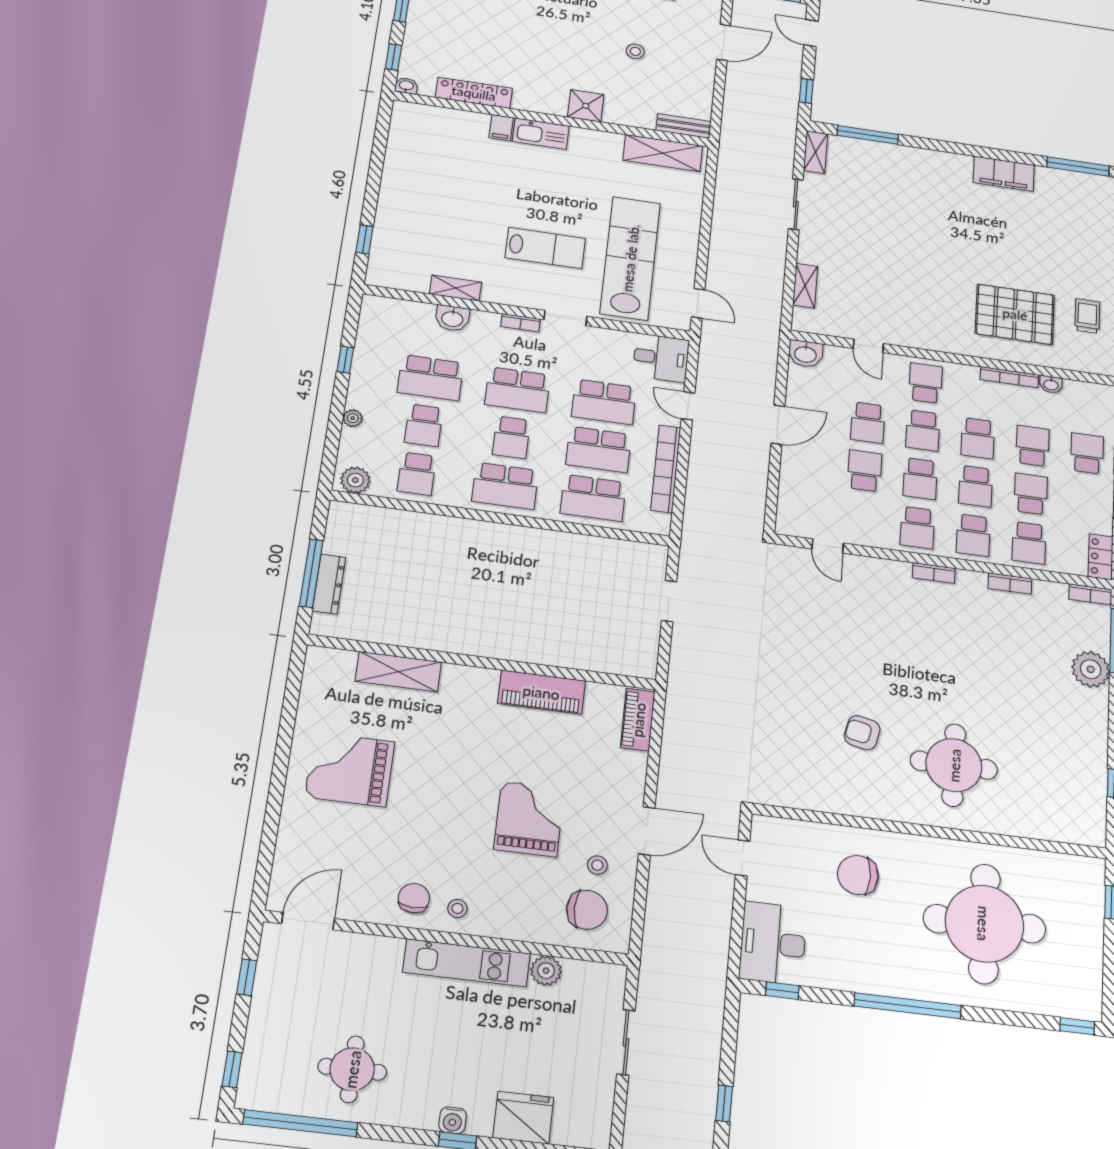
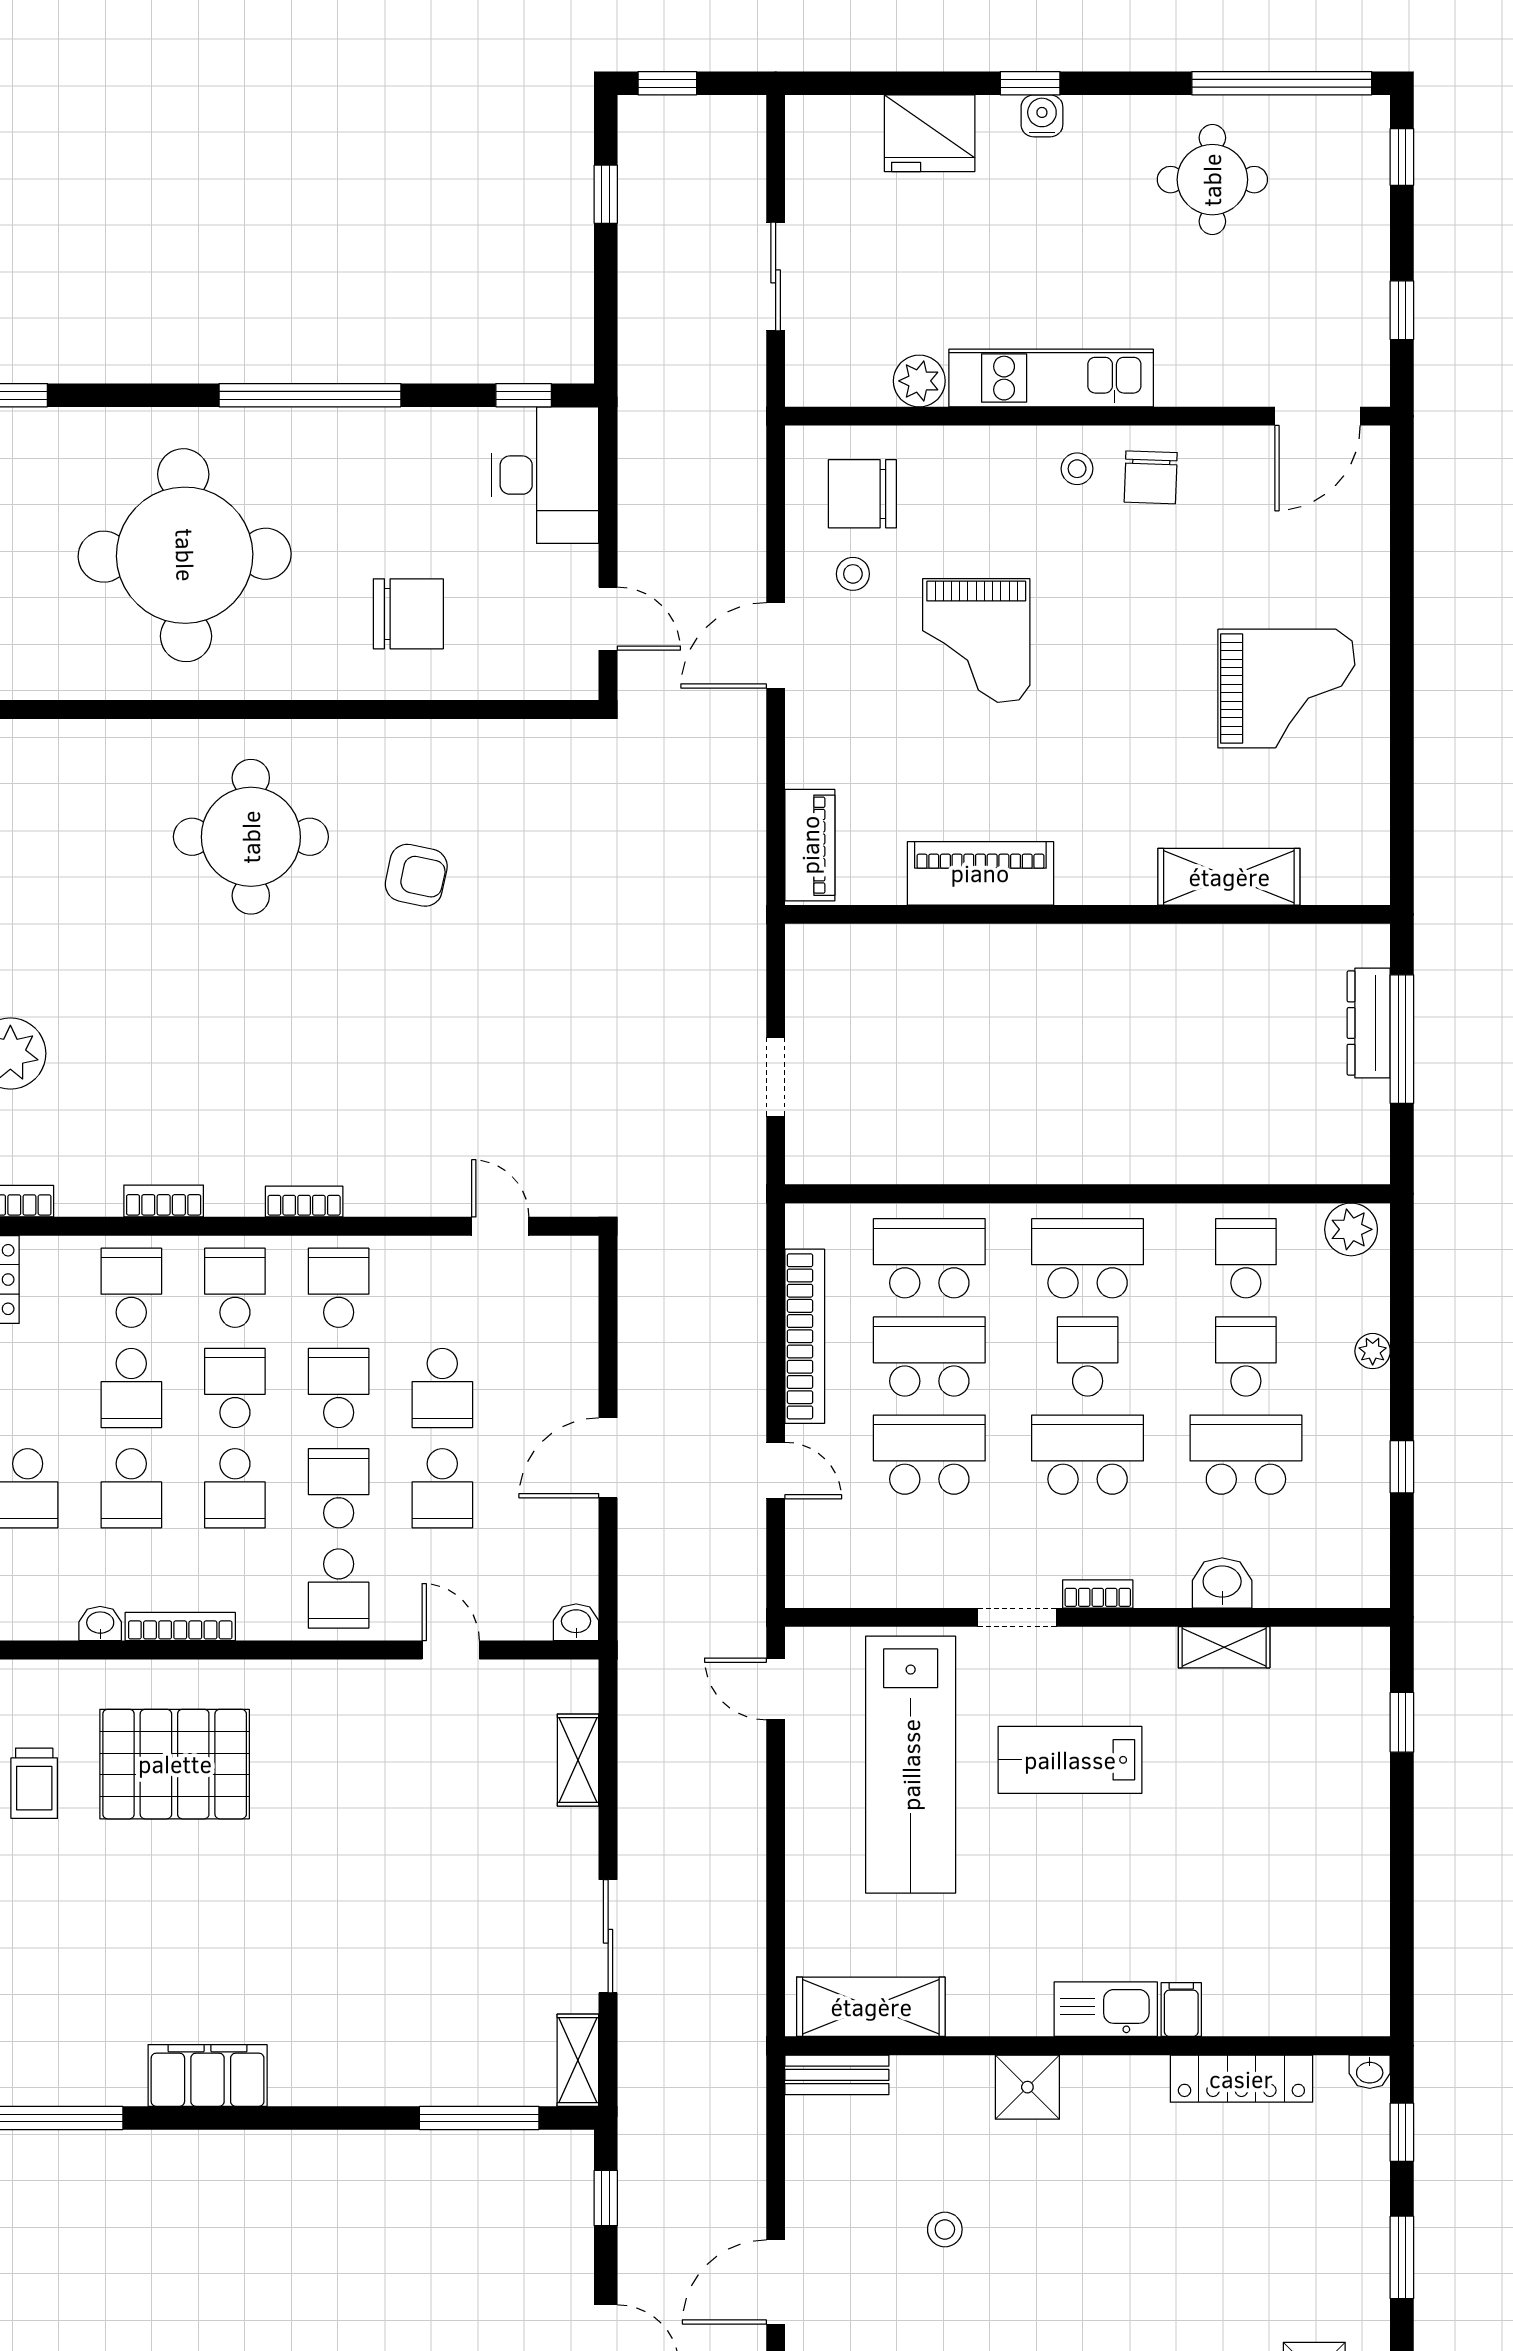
washbasin: (805, 354) -> (576, 1622), width x0.72, depth x0.69
desk: (661, 358) -> (834, 1562), removed
school desk: (868, 423) -> (442, 1488), turned 180
school desk: (978, 438) -> (235, 1488), turned 180

